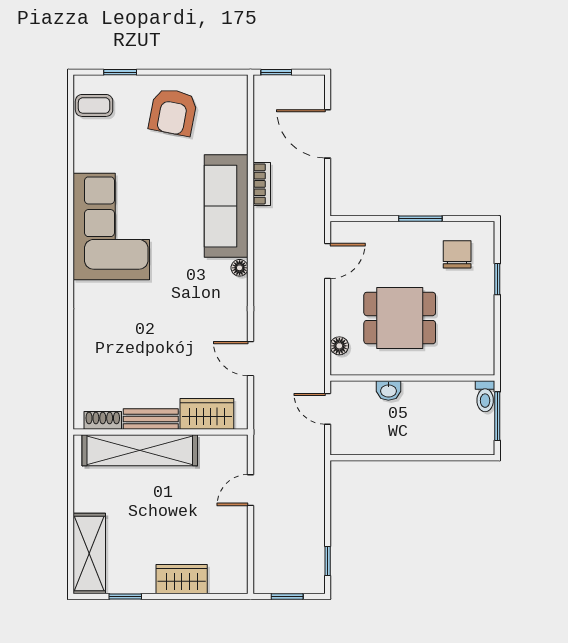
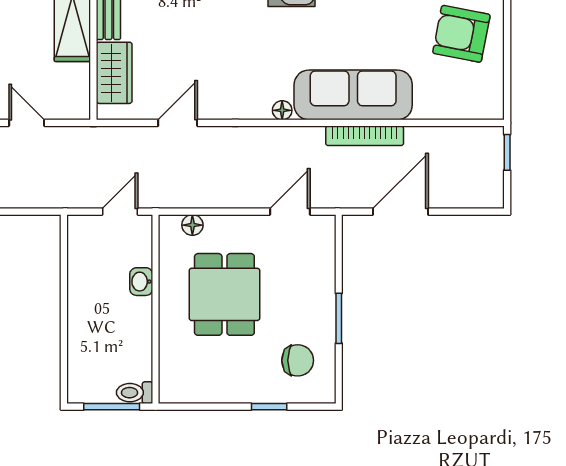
door: (328, 134) -> (401, 212), moved
bookcase: (262, 184) -> (365, 136), width x1.56
door: (328, 261) -> (290, 212), swing flipped

